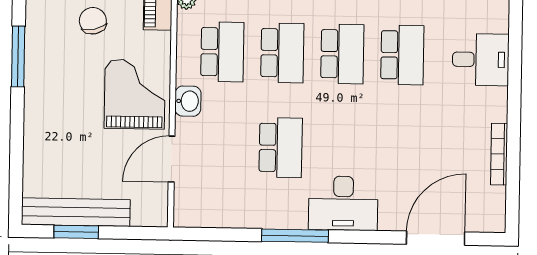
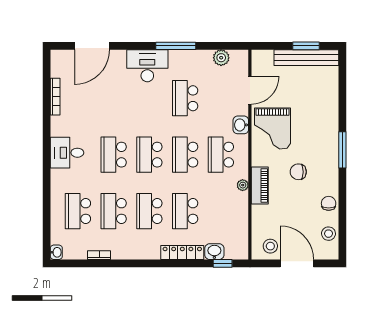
chair: (93, 21) -> (298, 172), turned 103
plant: (219, 215) -> (221, 58), added

